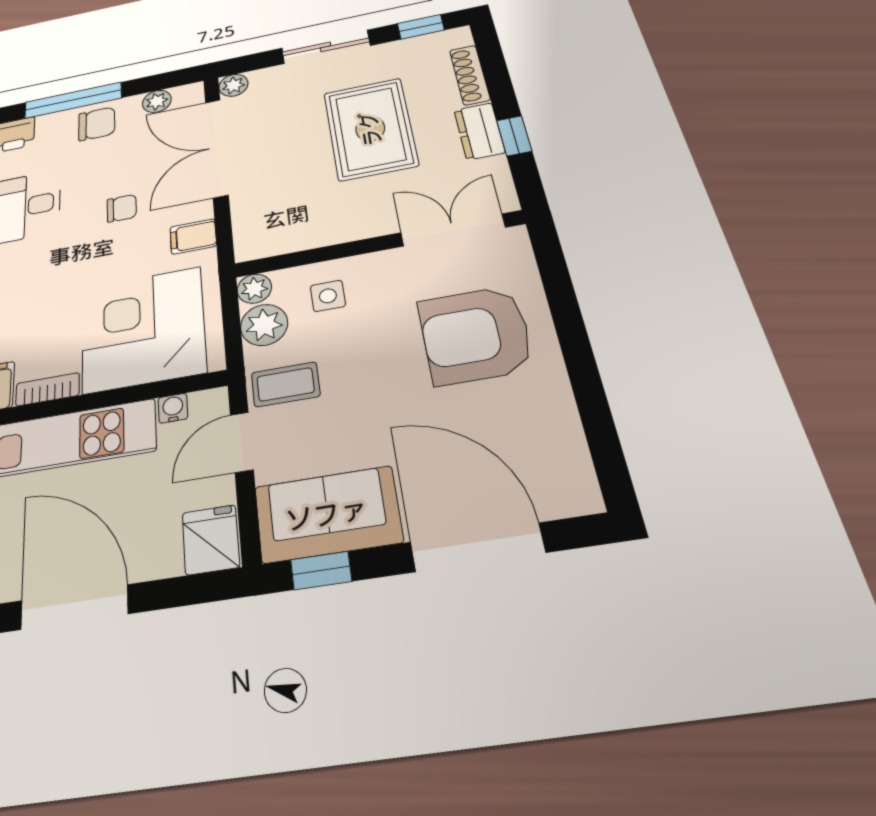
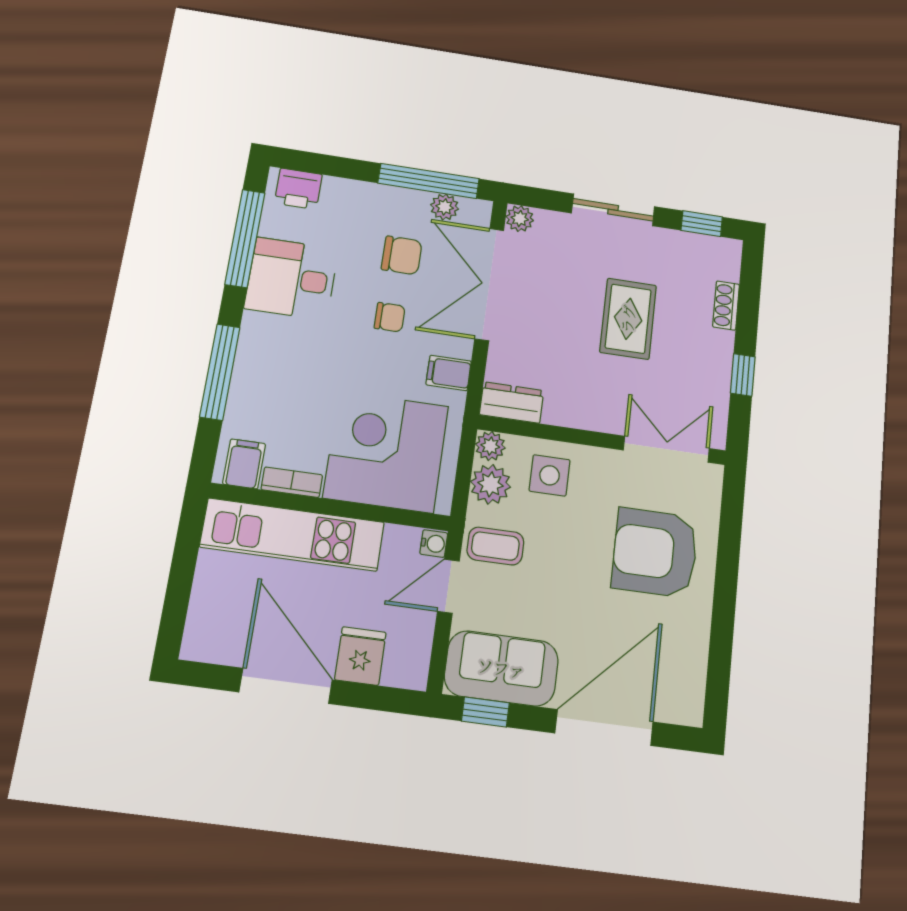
shoe rack: (470, 75) -> (726, 306), width x0.70
window: (73, 100) -> (429, 181), moved
chair: (97, 124) -> (402, 255), moved
rug: (370, 129) -> (628, 319), width x0.73, depth x0.70
dresser: (479, 131) -> (512, 403), moved, turned 90
side table: (328, 296) -> (550, 475), width x1.37, depth x1.37
water cooler: (173, 408) -> (434, 544), moved, turned 90
fridge: (211, 540) -> (360, 656), moved
door: (477, 547) -> (604, 727), hinge flipped

